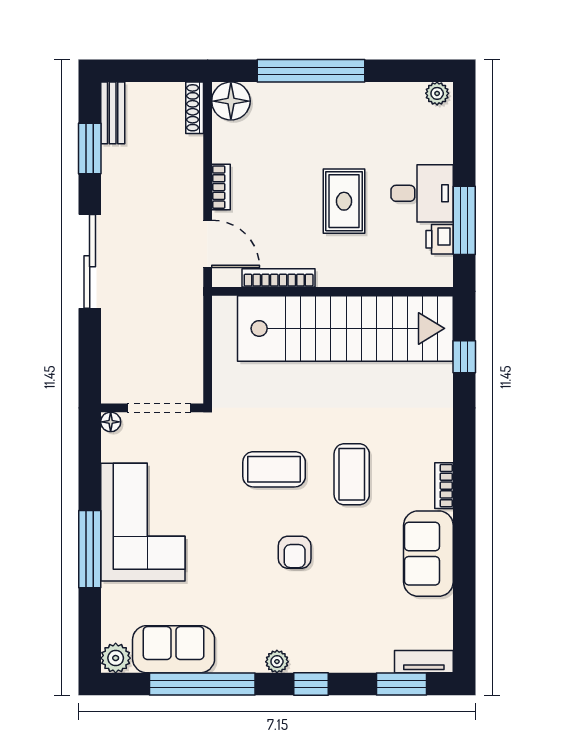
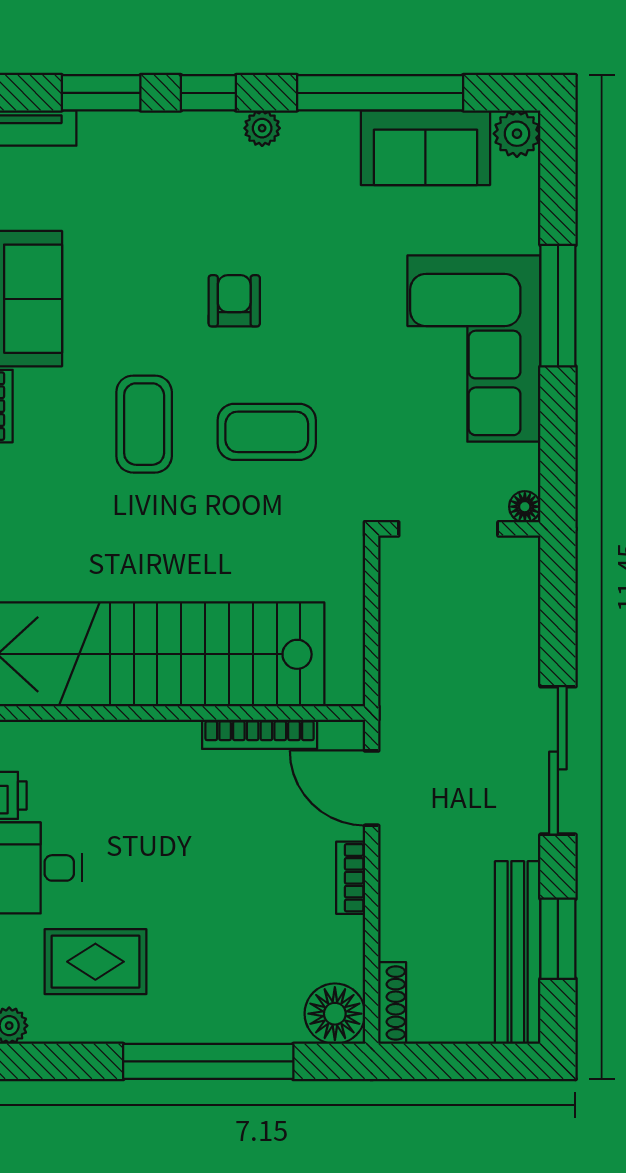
bench: (113, 113) -> (518, 953), width x1.86, depth x1.21
rug: (344, 201) -> (95, 962), moved, turned 90
window: (402, 684) -> (101, 93), moved

